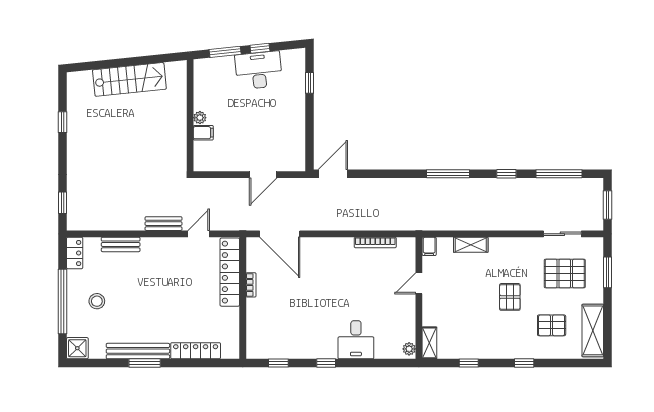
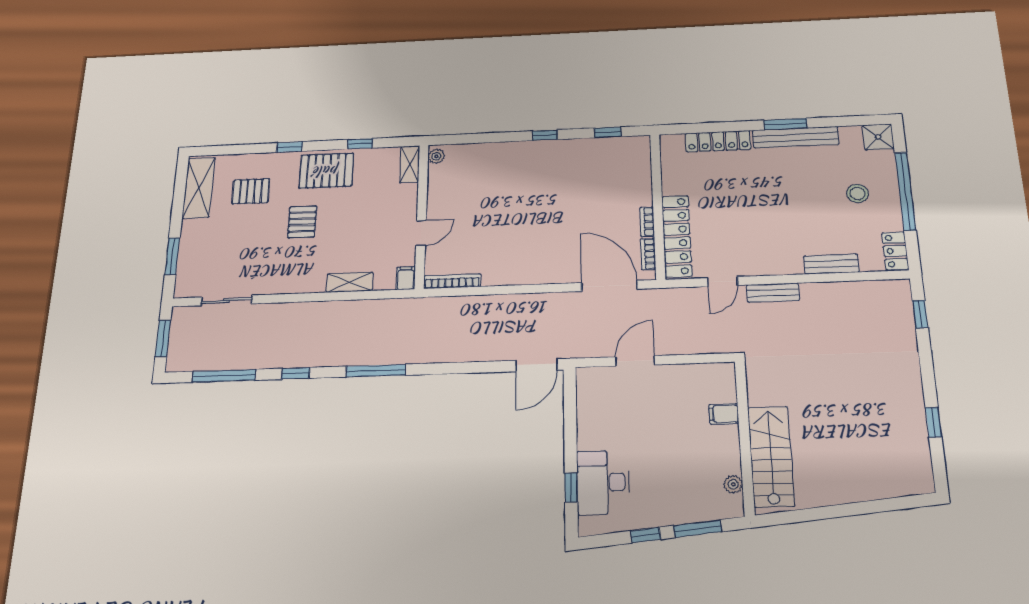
desk: (259, 70) -> (603, 482), moved, turned 96
stairs: (129, 79) -> (771, 456), moved, turned 96
plant: (200, 118) -> (733, 484), moved
bookcase: (375, 242) -> (452, 281), moved
bookcase: (251, 258) -> (648, 254), added
pallet: (565, 274) -> (326, 171), moved
desk: (356, 340) -> (506, 163), removed

